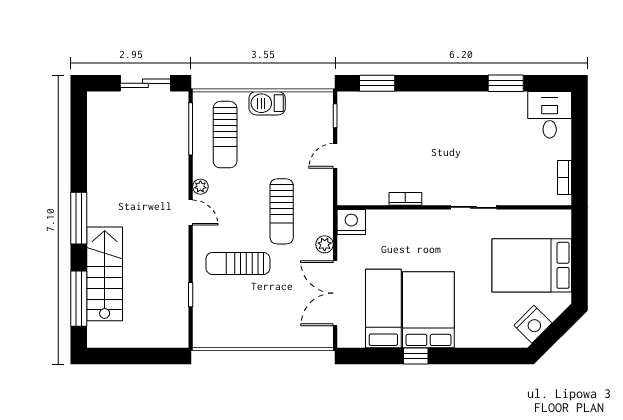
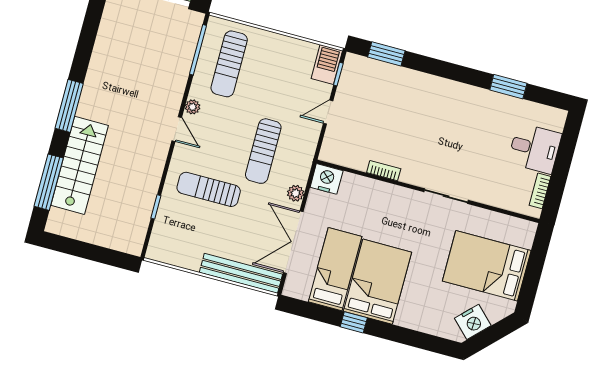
barbecue: (267, 103) -> (327, 65), moved, turned 90
desk: (550, 115) -> (535, 148), moved, turned 90
bench: (292, 338) -> (241, 273), added

